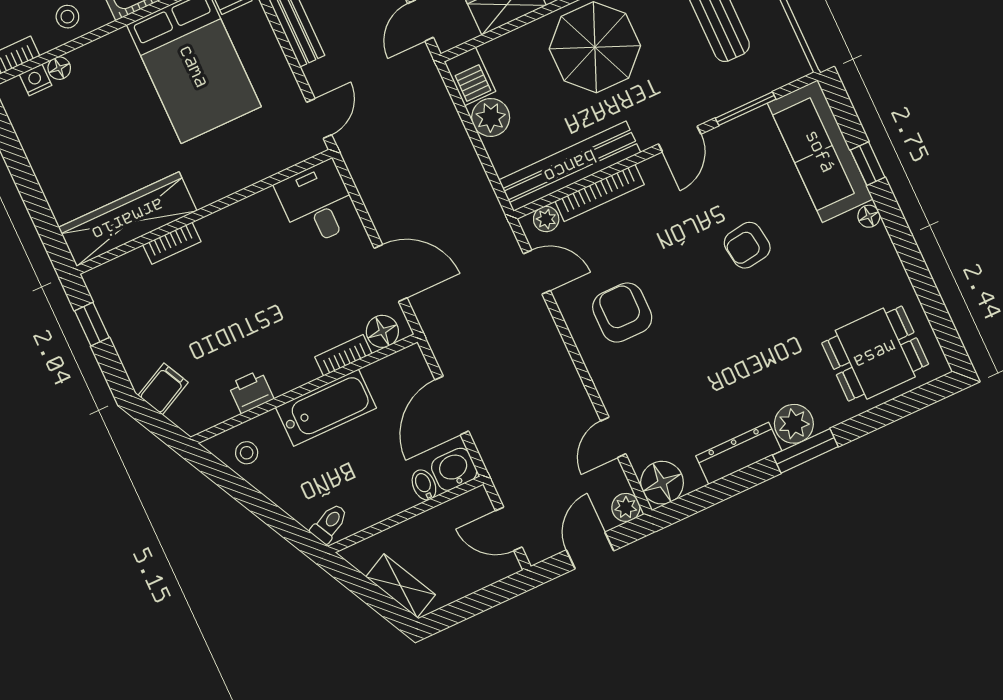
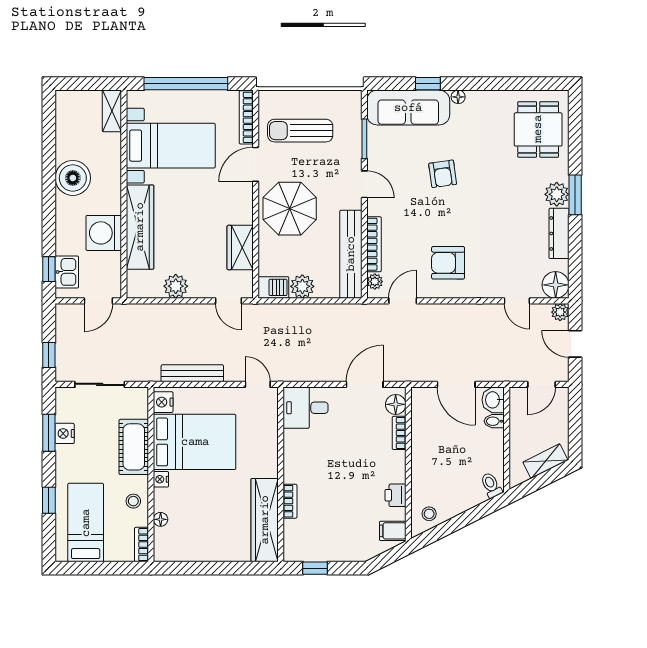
nightstand: (35, 80) -> (161, 479), moved
filing cabinet: (163, 389) -> (393, 531), moved, turned -63
bathtub: (326, 408) -> (424, 457), removed

